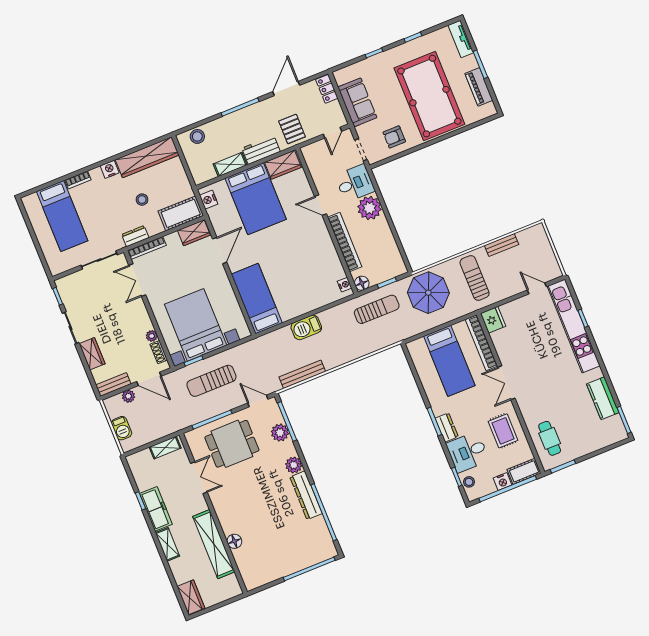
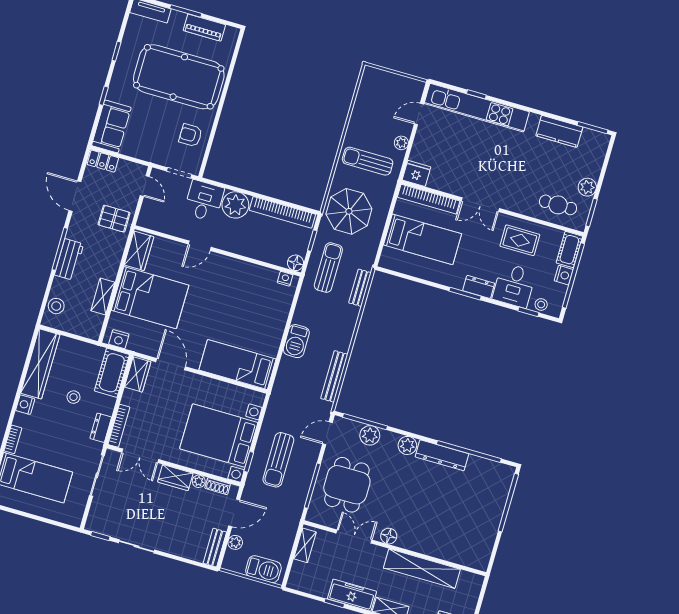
sofa: (357, 102) -> (111, 126), moved, turned 90
armchair: (394, 137) -> (190, 135), turned 90
workbench: (261, 150) -> (69, 259), moved, turned 180
bookcase: (345, 242) -> (282, 212), moved, turned 180
bench: (502, 245) -> (360, 288), moved
plant: (506, 292) -> (401, 143), added
wardrobe: (92, 354) -> (175, 478), moved, turned 180
barbecue: (122, 428) -> (263, 569), width x1.38, depth x1.27
plant: (579, 449) -> (587, 187), added
floor lamp: (234, 541) -> (389, 536), moved

